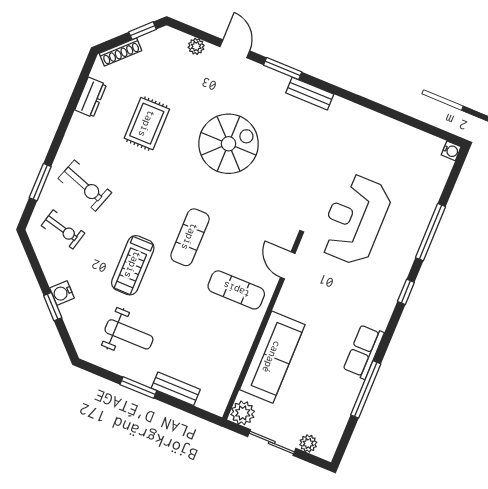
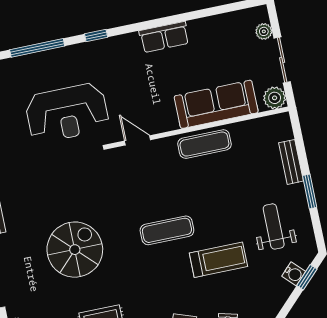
spiral stairs: (229, 144) -> (75, 250), turned 90
door: (288, 265) -> (137, 140), swing flipped
exercise mat: (236, 290) -> (204, 144), moved, turned 90
water cooler: (62, 293) -> (294, 274), moved
window: (53, 307) -> (307, 277), moved
window: (366, 389) -> (192, 15), removed

